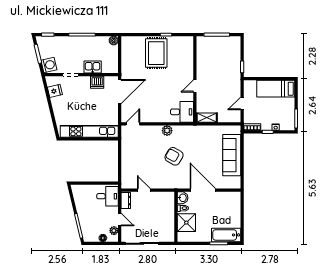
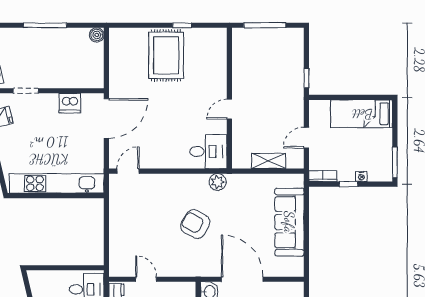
kitchen sink: (93, 67) -> (62, 78), removed
shelving: (207, 118) -> (269, 161), moved
plant: (167, 131) -> (218, 182), moved

